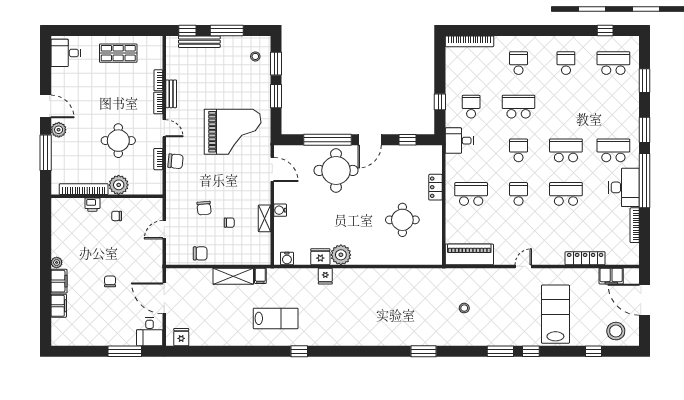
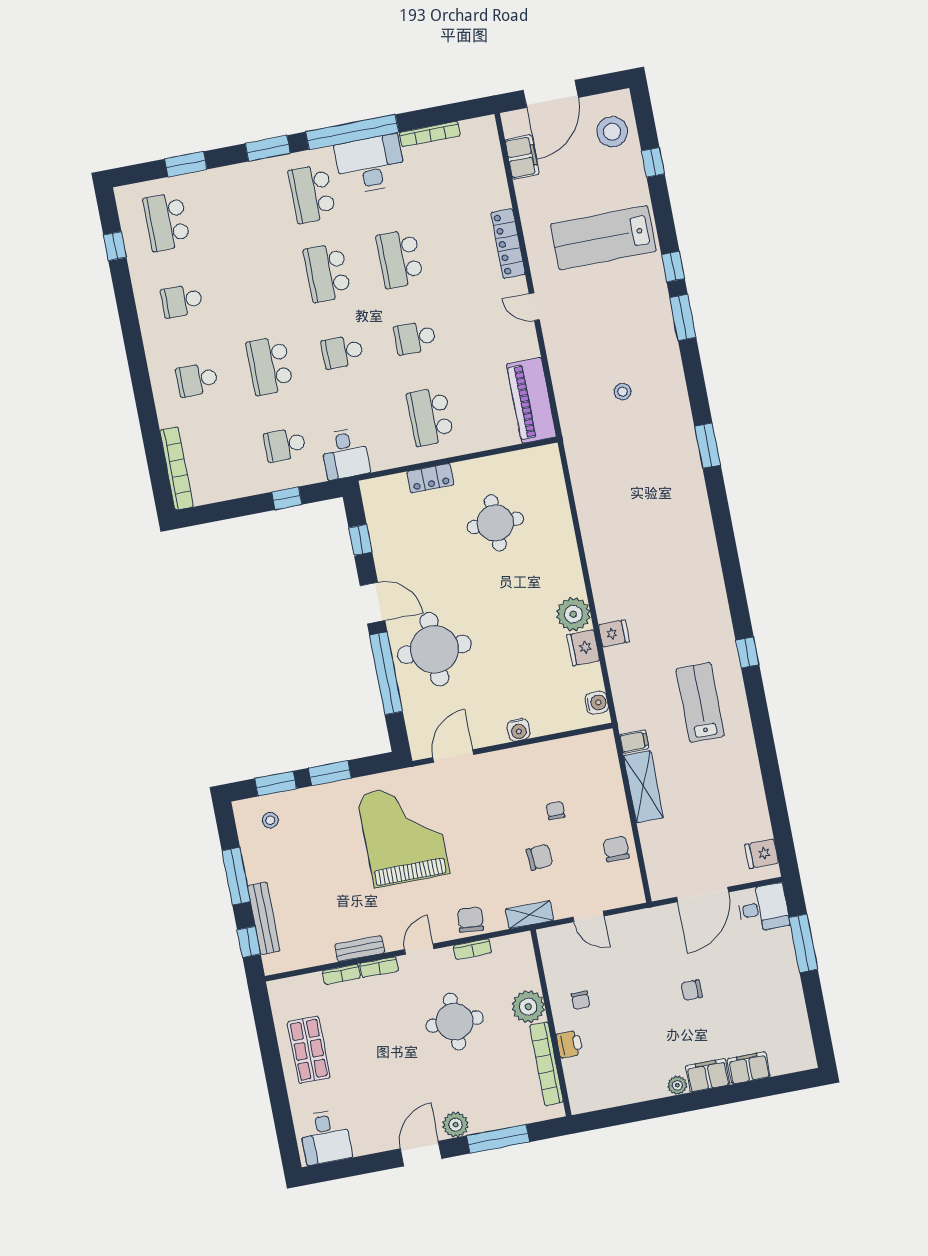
shelving: (265, 218) -> (529, 915), moved
locker: (585, 258) -> (508, 243), moved

